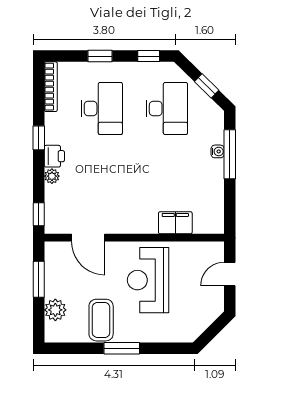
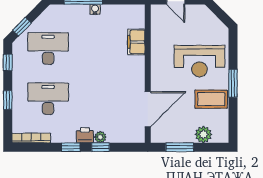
window: (207, 86) -> (22, 27), moved
water cooler: (218, 151) -> (95, 9), moved
window: (39, 214) -> (100, 147), moved
door: (88, 238) -> (148, 109), width x1.36
reception desk: (148, 280) -> (199, 61), moved

